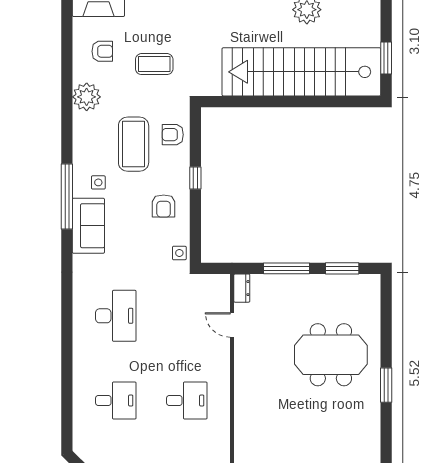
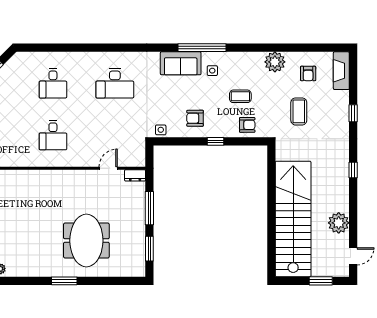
window: (386, 58) -> (321, 281), moved
armchair: (173, 135) -> (247, 125), turned 90
coffee table: (134, 144) -> (240, 96), width x0.54, depth x0.58

